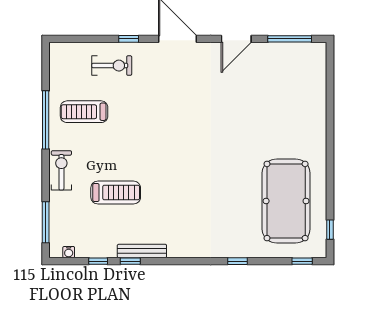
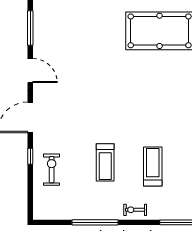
treadmill: (84, 112) -> (105, 162), moved
exercise bike: (61, 170) -> (135, 210), width x0.73, depth x0.72

